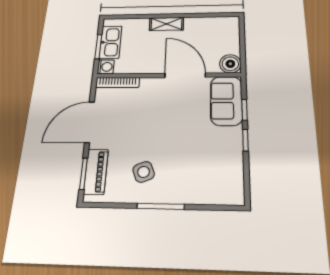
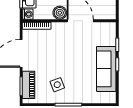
boiler: (230, 64) -> (60, 13), moved
sofa: (226, 101) -> (106, 69), moved, width x1.36

